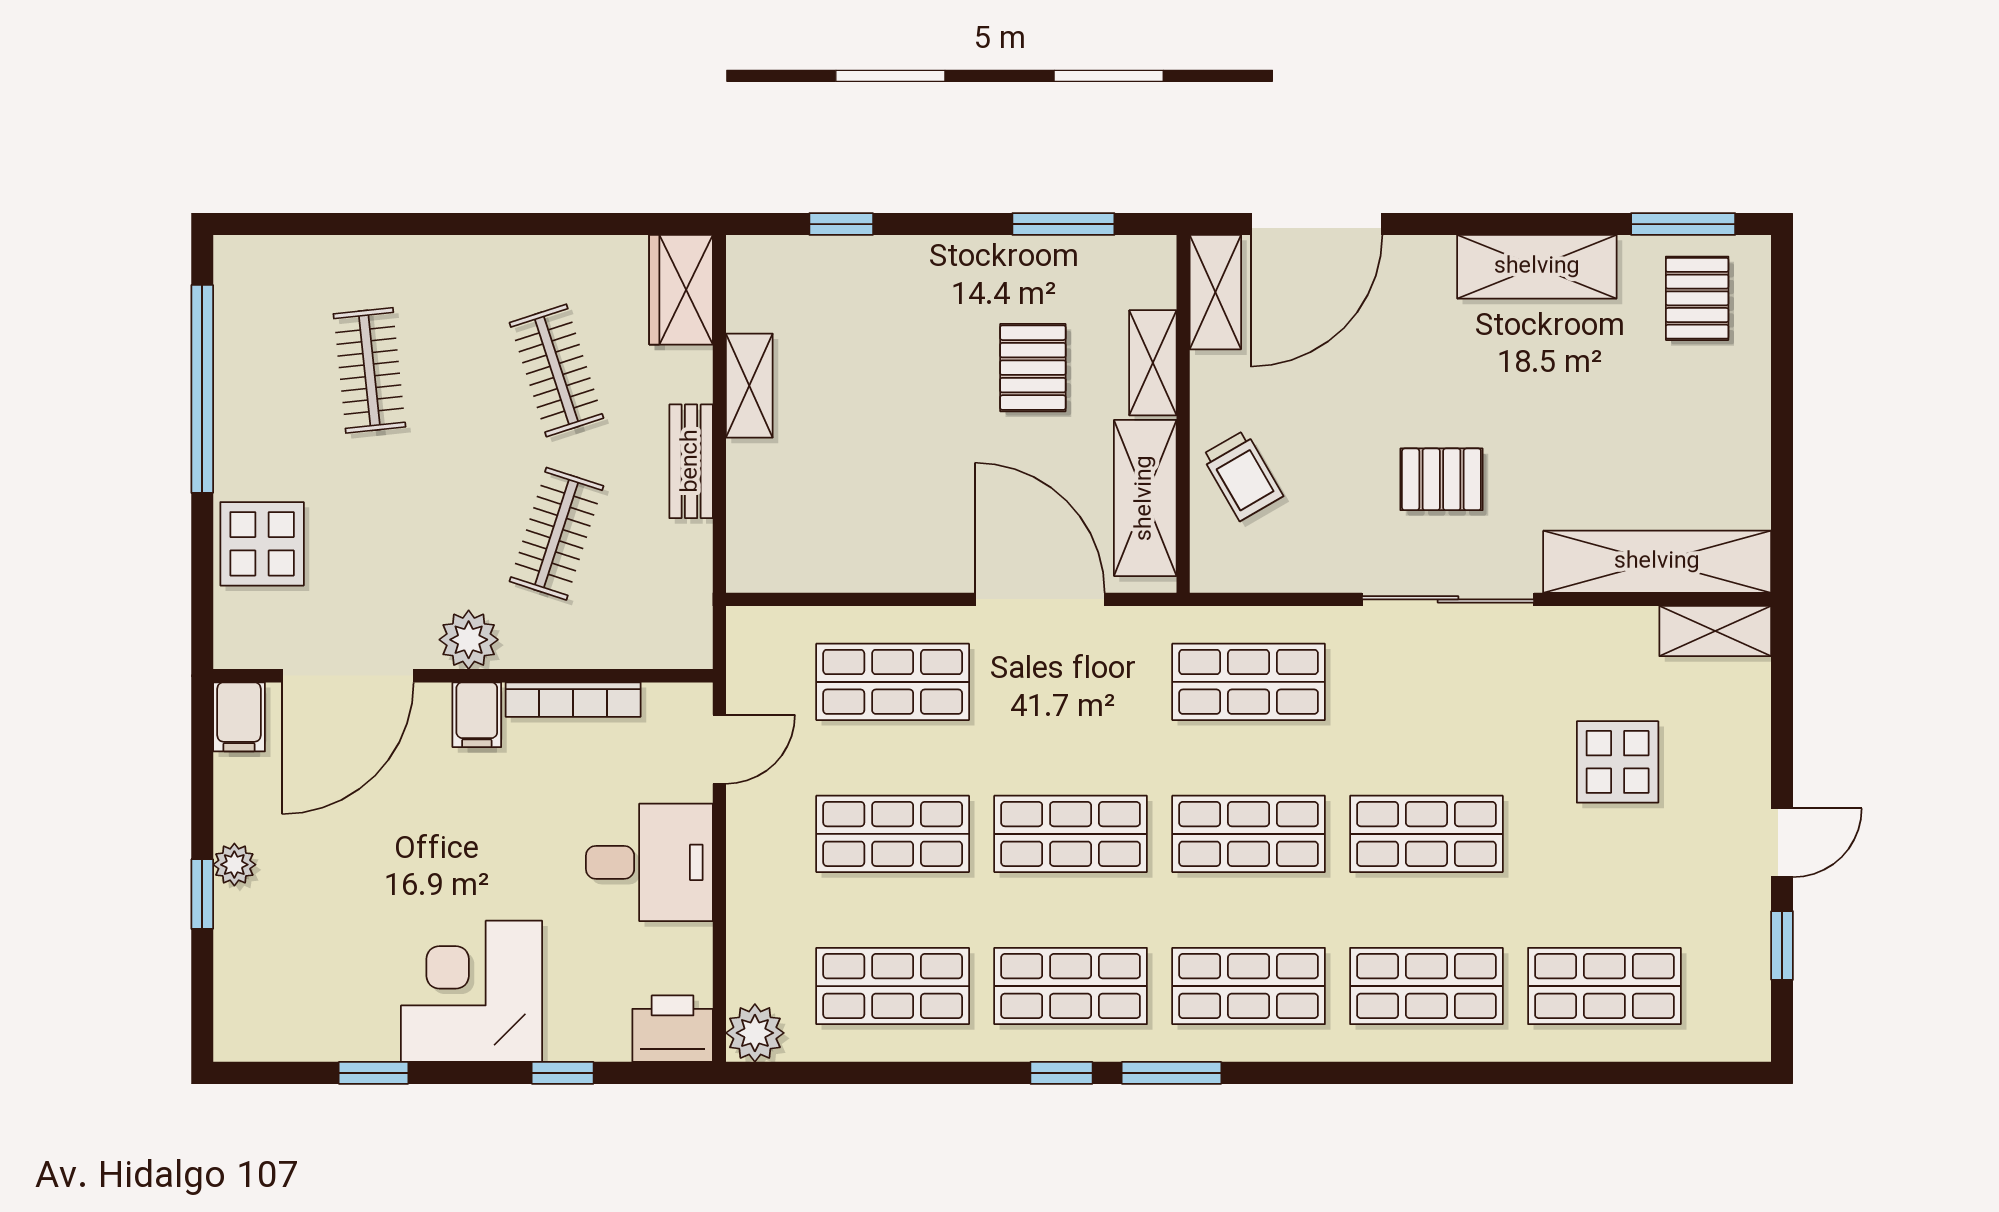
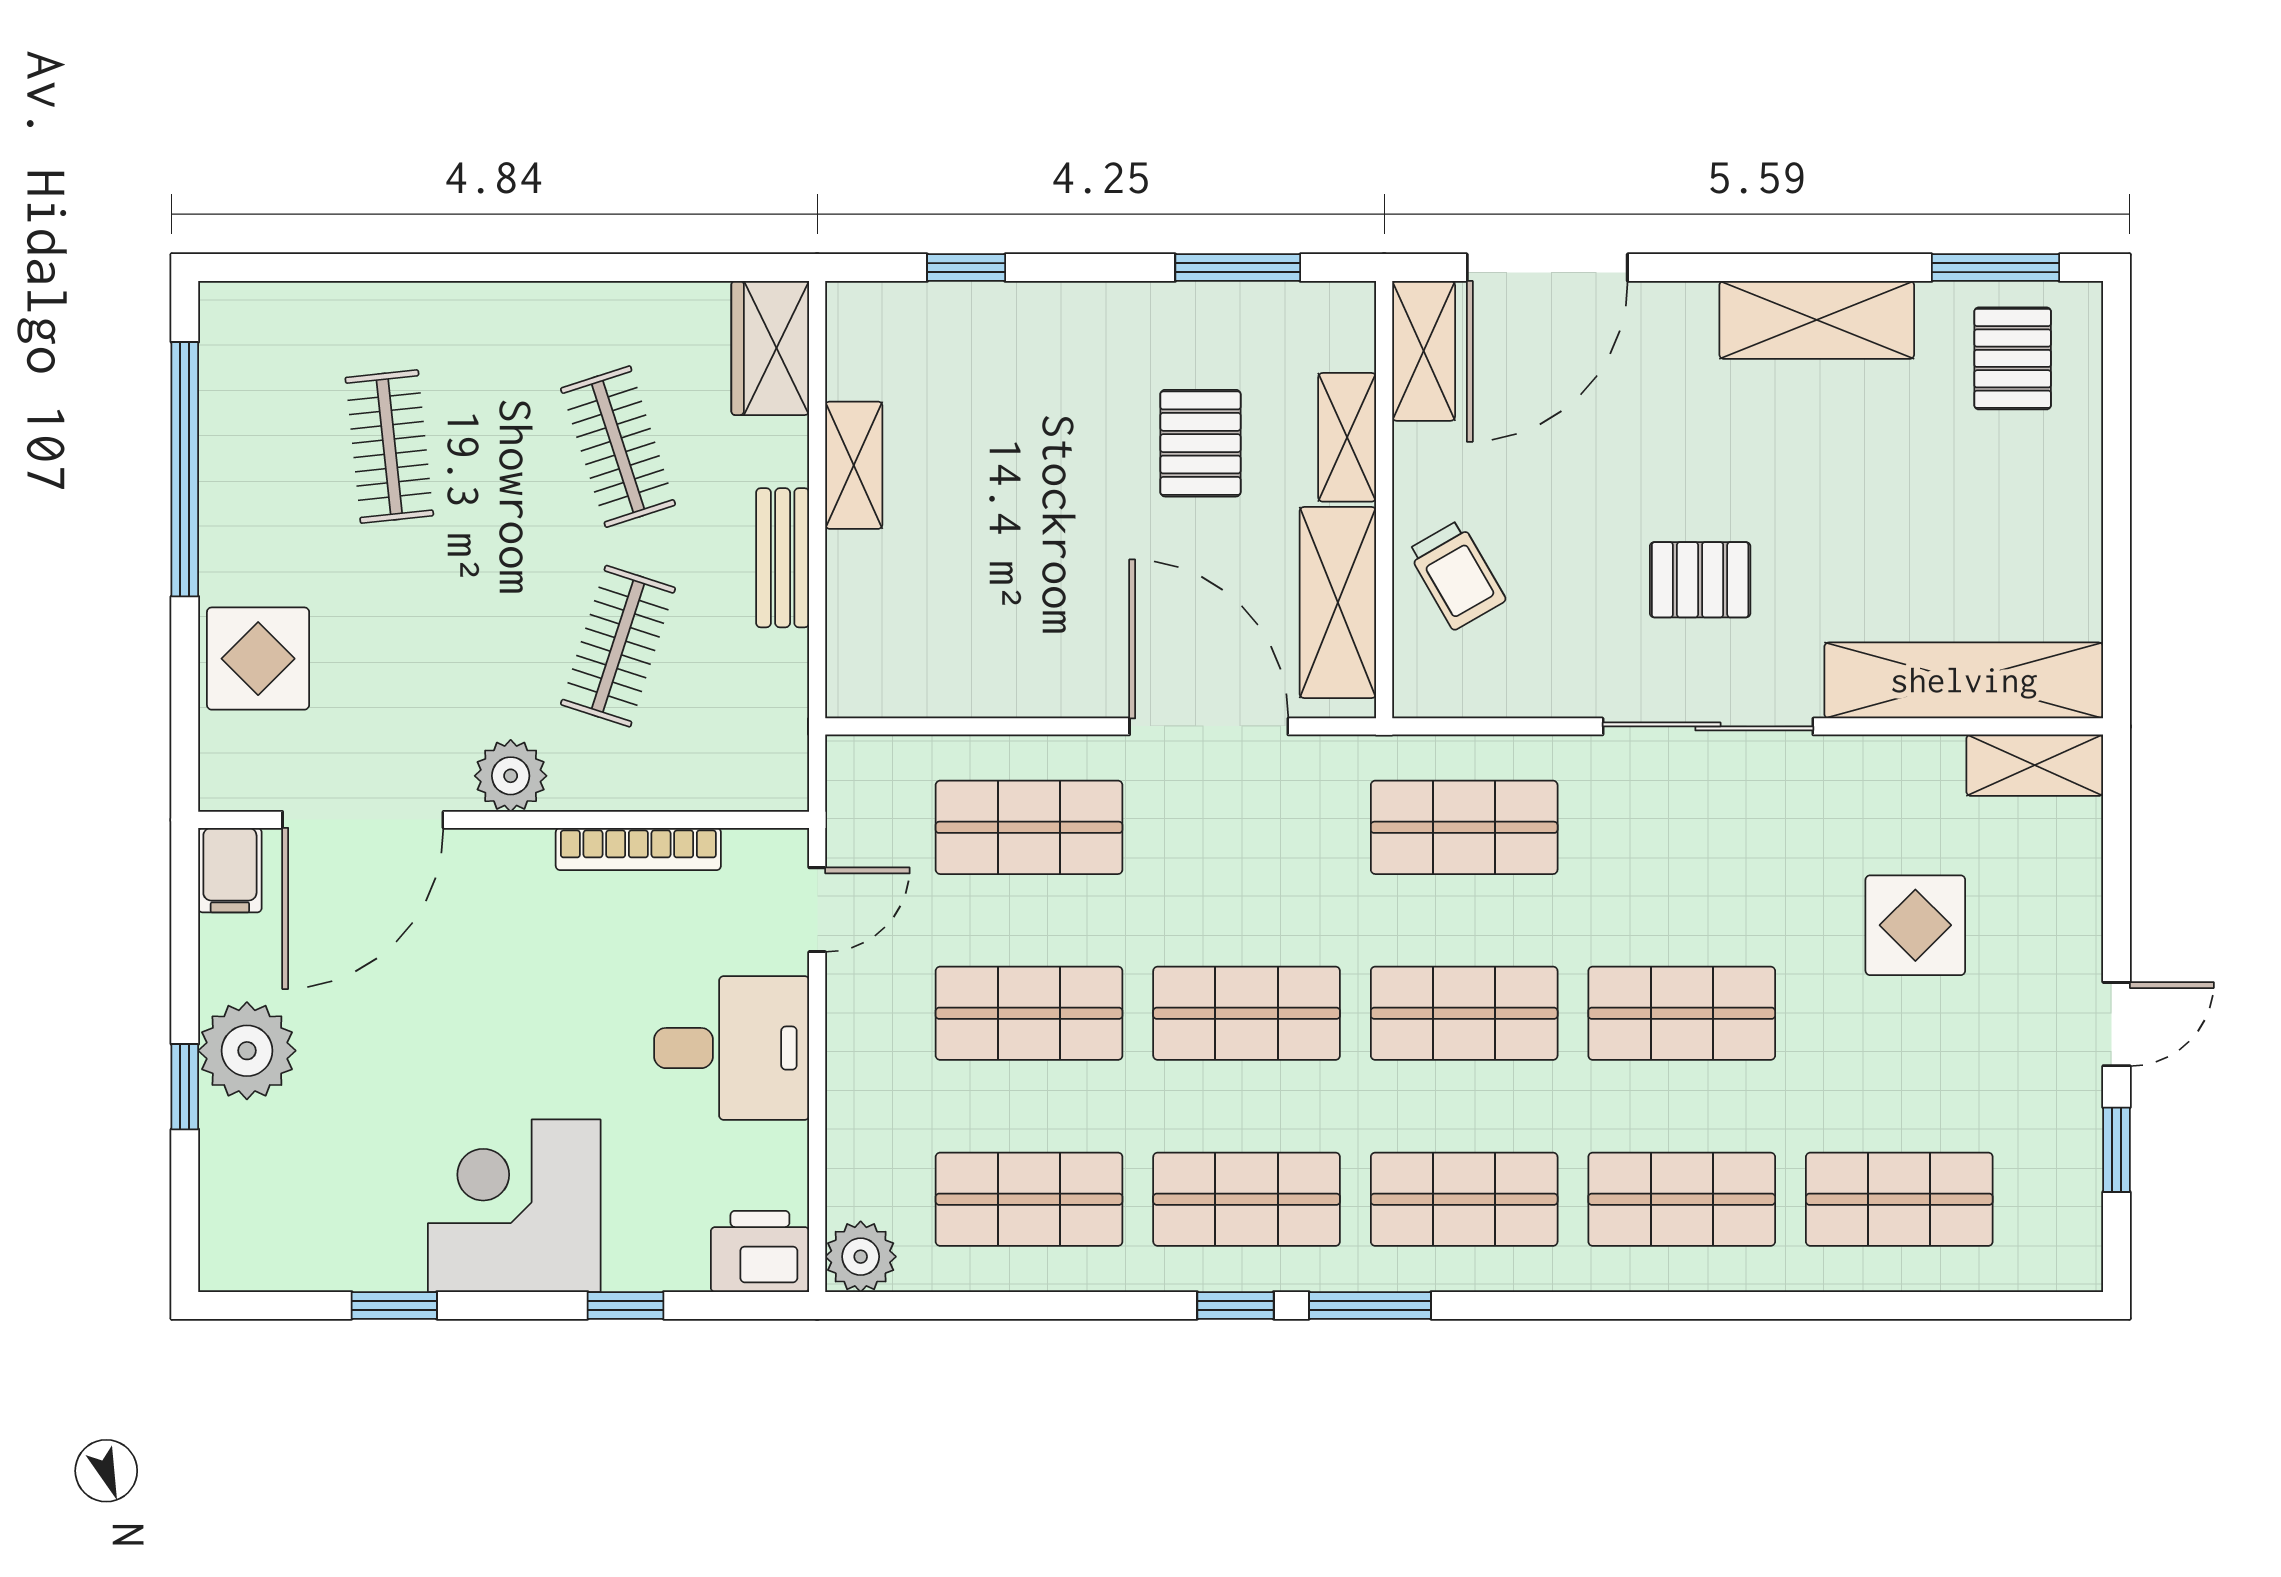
filing cabinet: (477, 715) -> (521, 868), removed
plant: (234, 865) -> (247, 1051), width x1.87, depth x1.87

